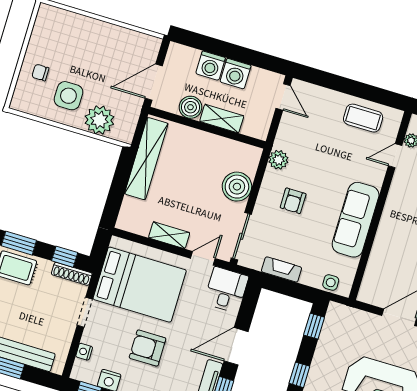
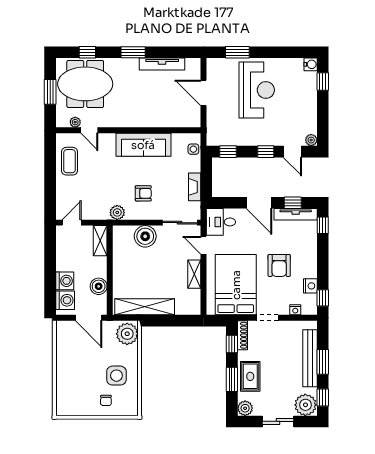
washing machine: (235, 74) -> (65, 300), moved
shelving: (222, 119) -> (100, 241), moved
plant: (99, 120) -> (127, 334), moved

